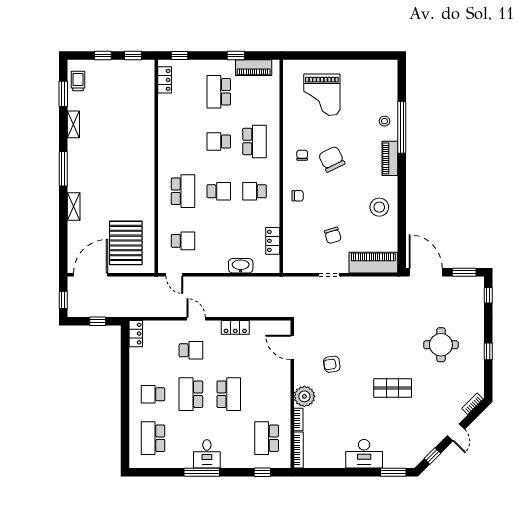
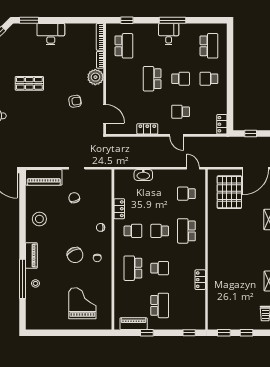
locker: (165, 80) -> (200, 280), moved
locker: (273, 241) -> (119, 209), moved
school desk: (153, 394) -> (209, 79), turned 180
school desk: (191, 394) -> (181, 79), width x0.54

